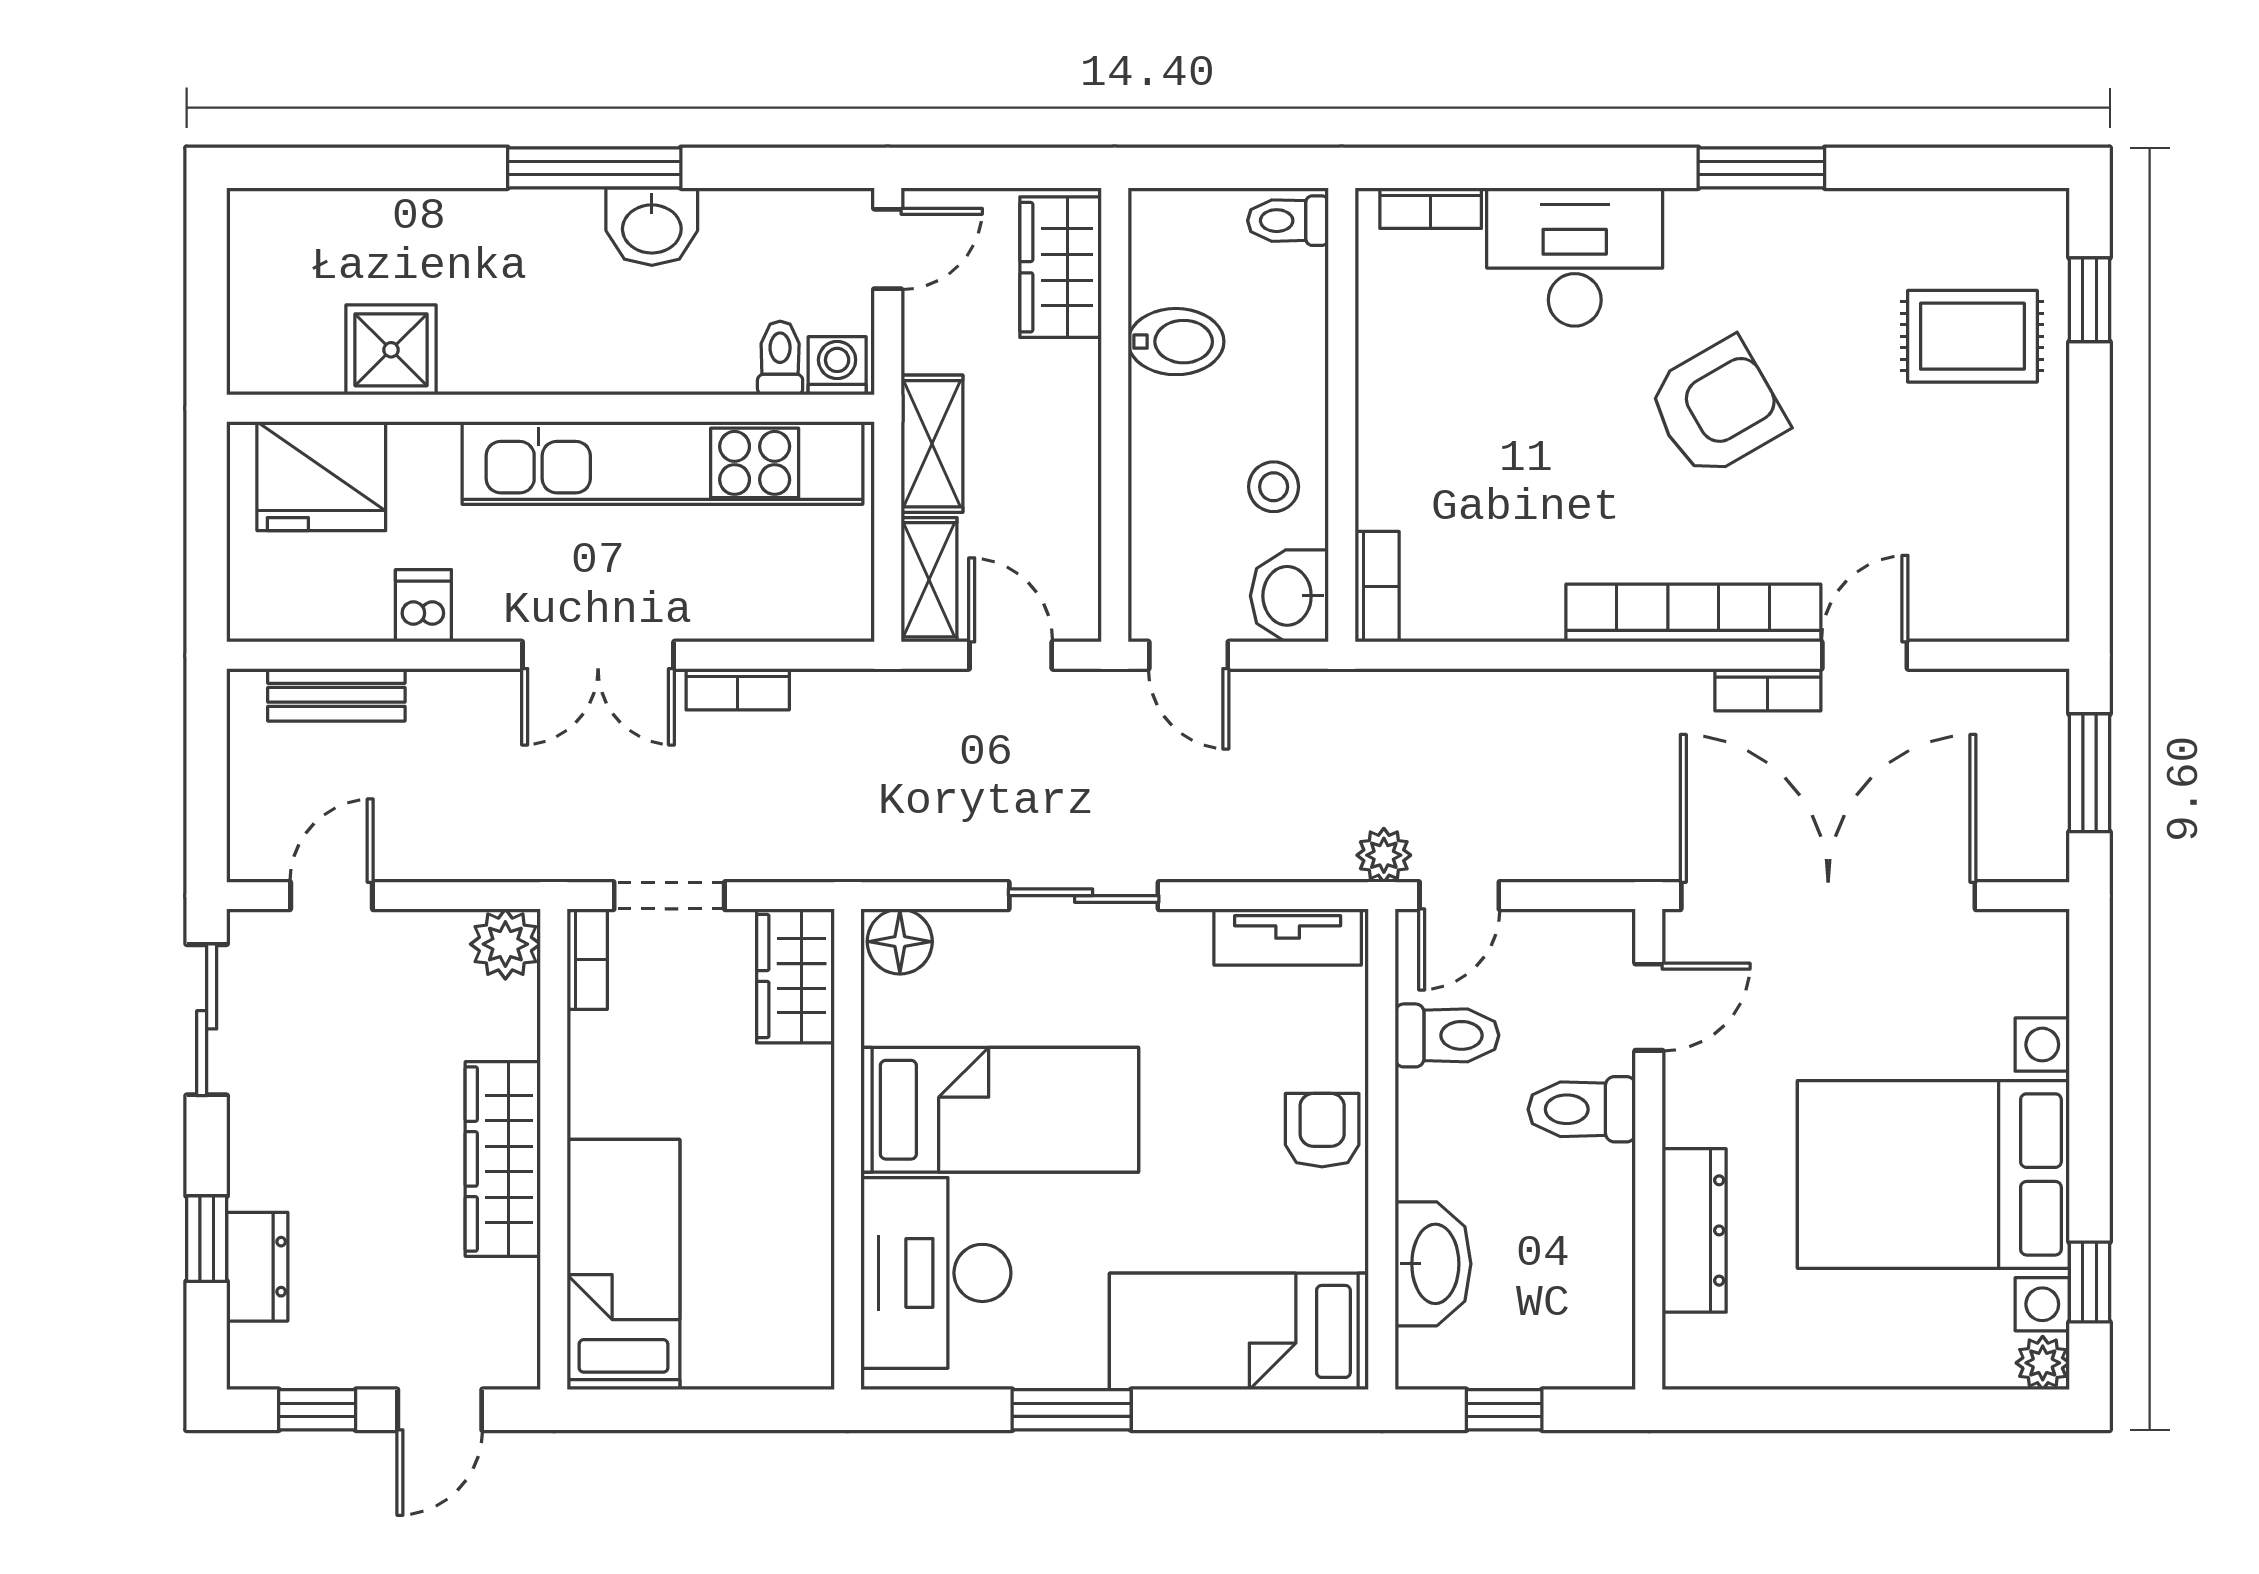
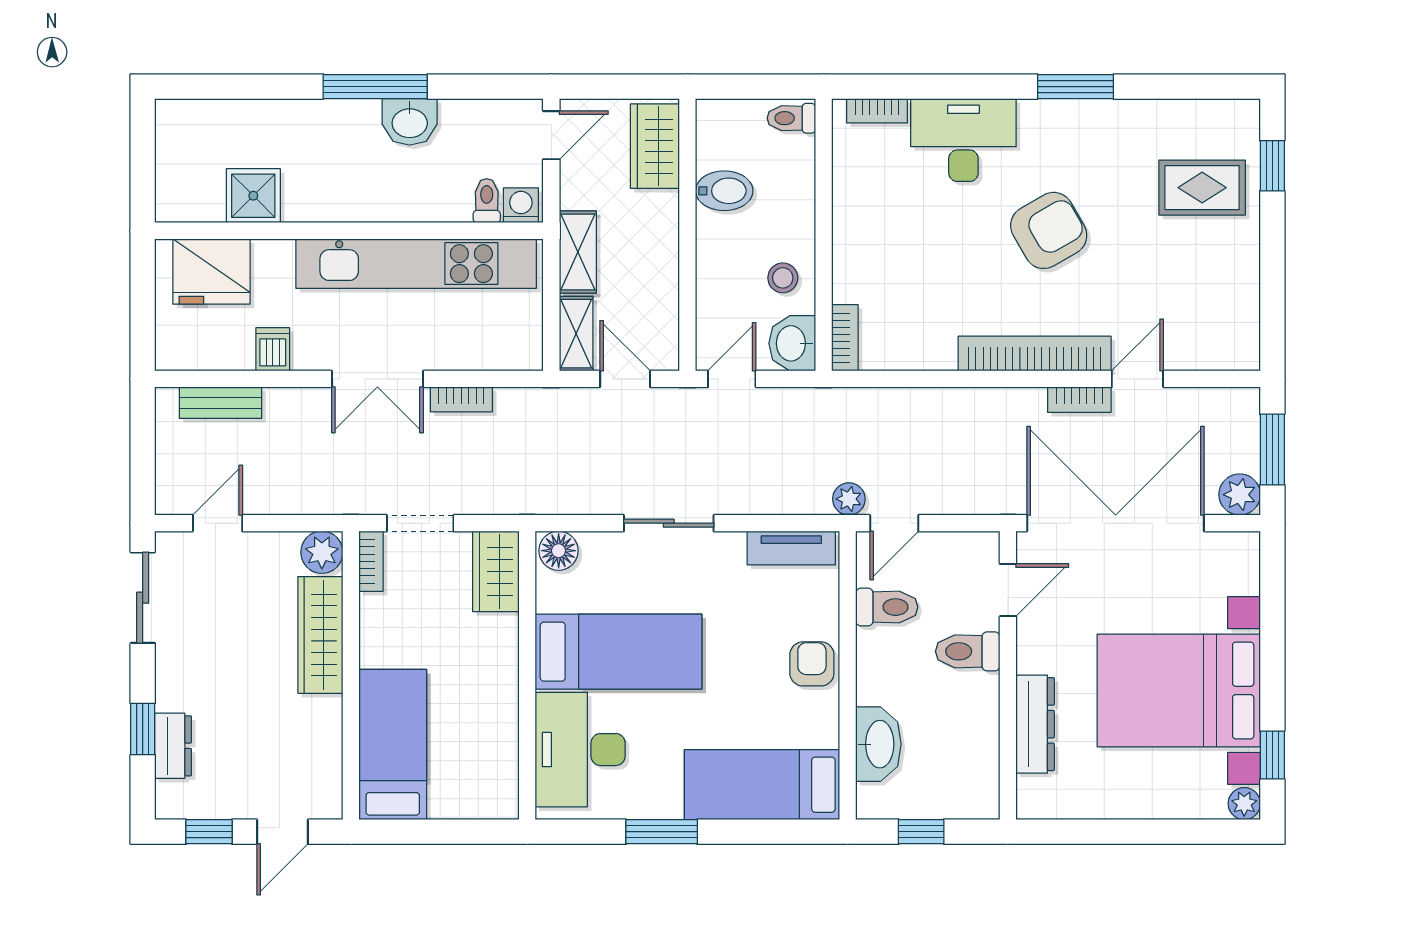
door: (1189, 655) -> (732, 379), swing flipped
plant: (2035, 848) -> (1240, 495), added
wardrobe: (503, 1159) -> (320, 635), moved

